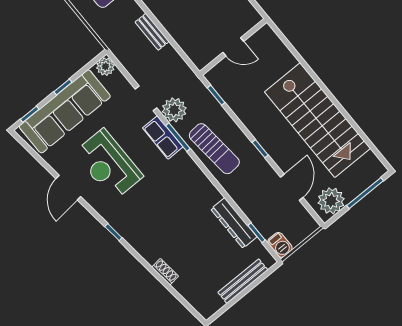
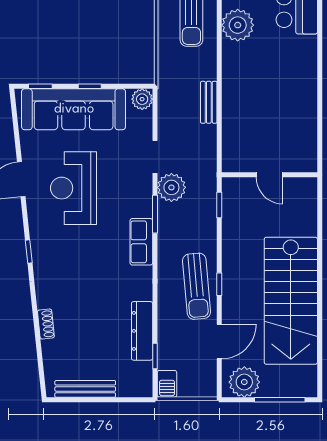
row of seats: (163, 137) -> (141, 242), moved
sun lounger: (214, 149) -> (197, 286), moved
bench: (243, 281) -> (85, 389), moved

